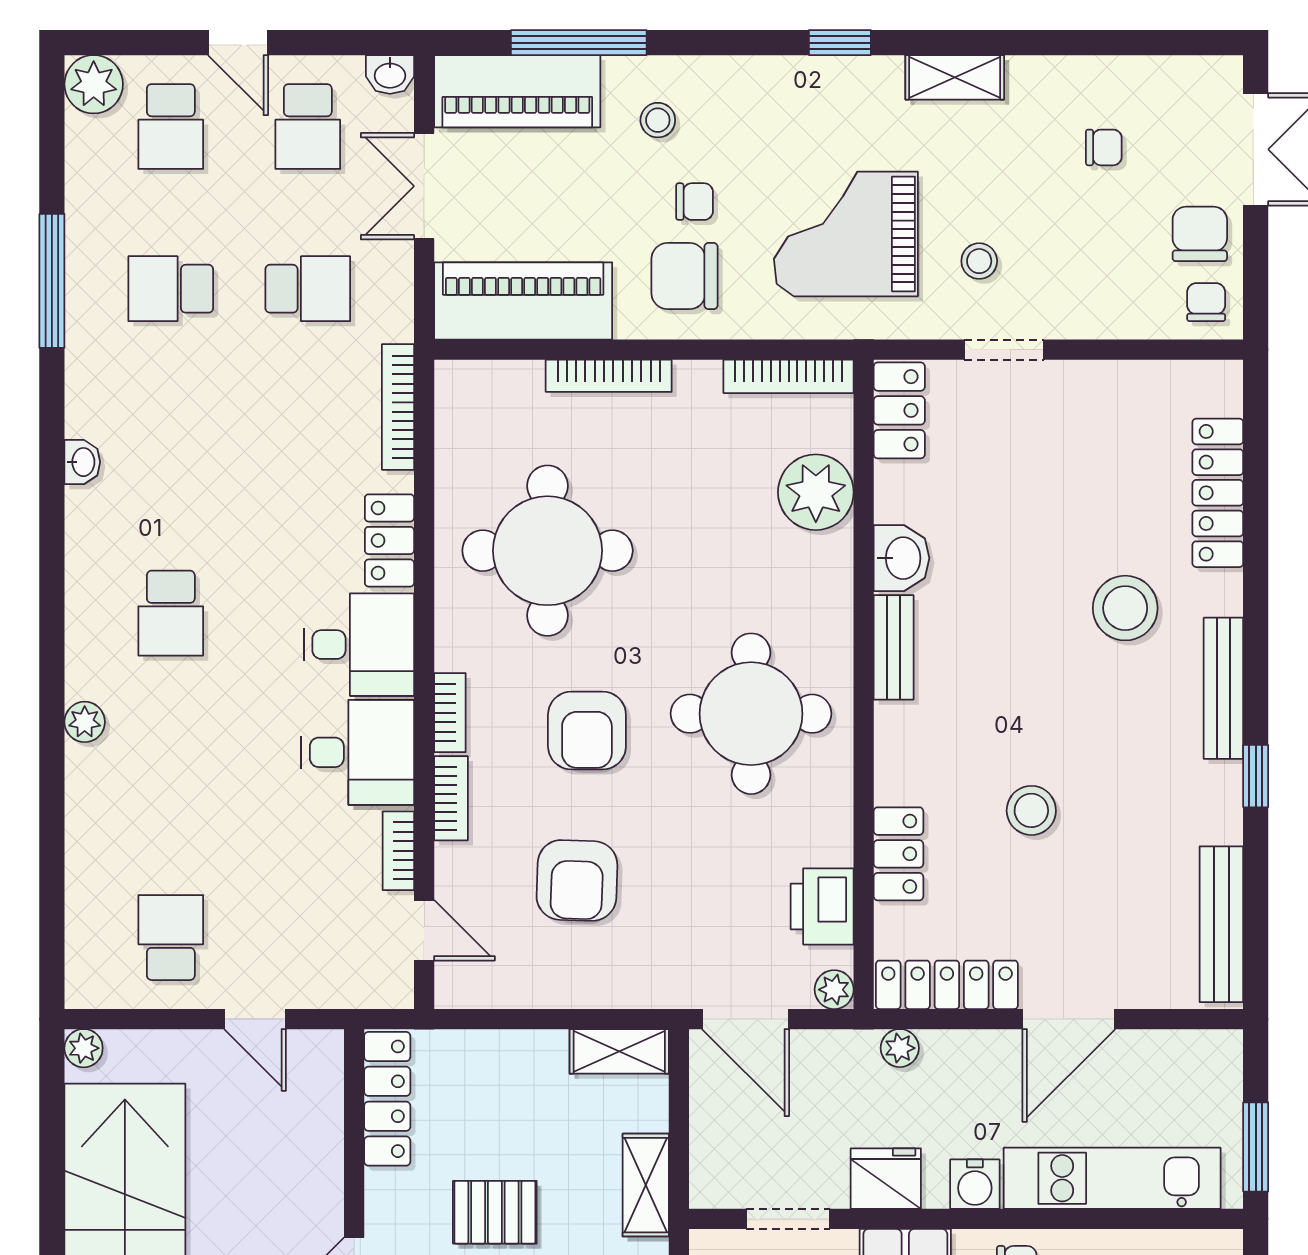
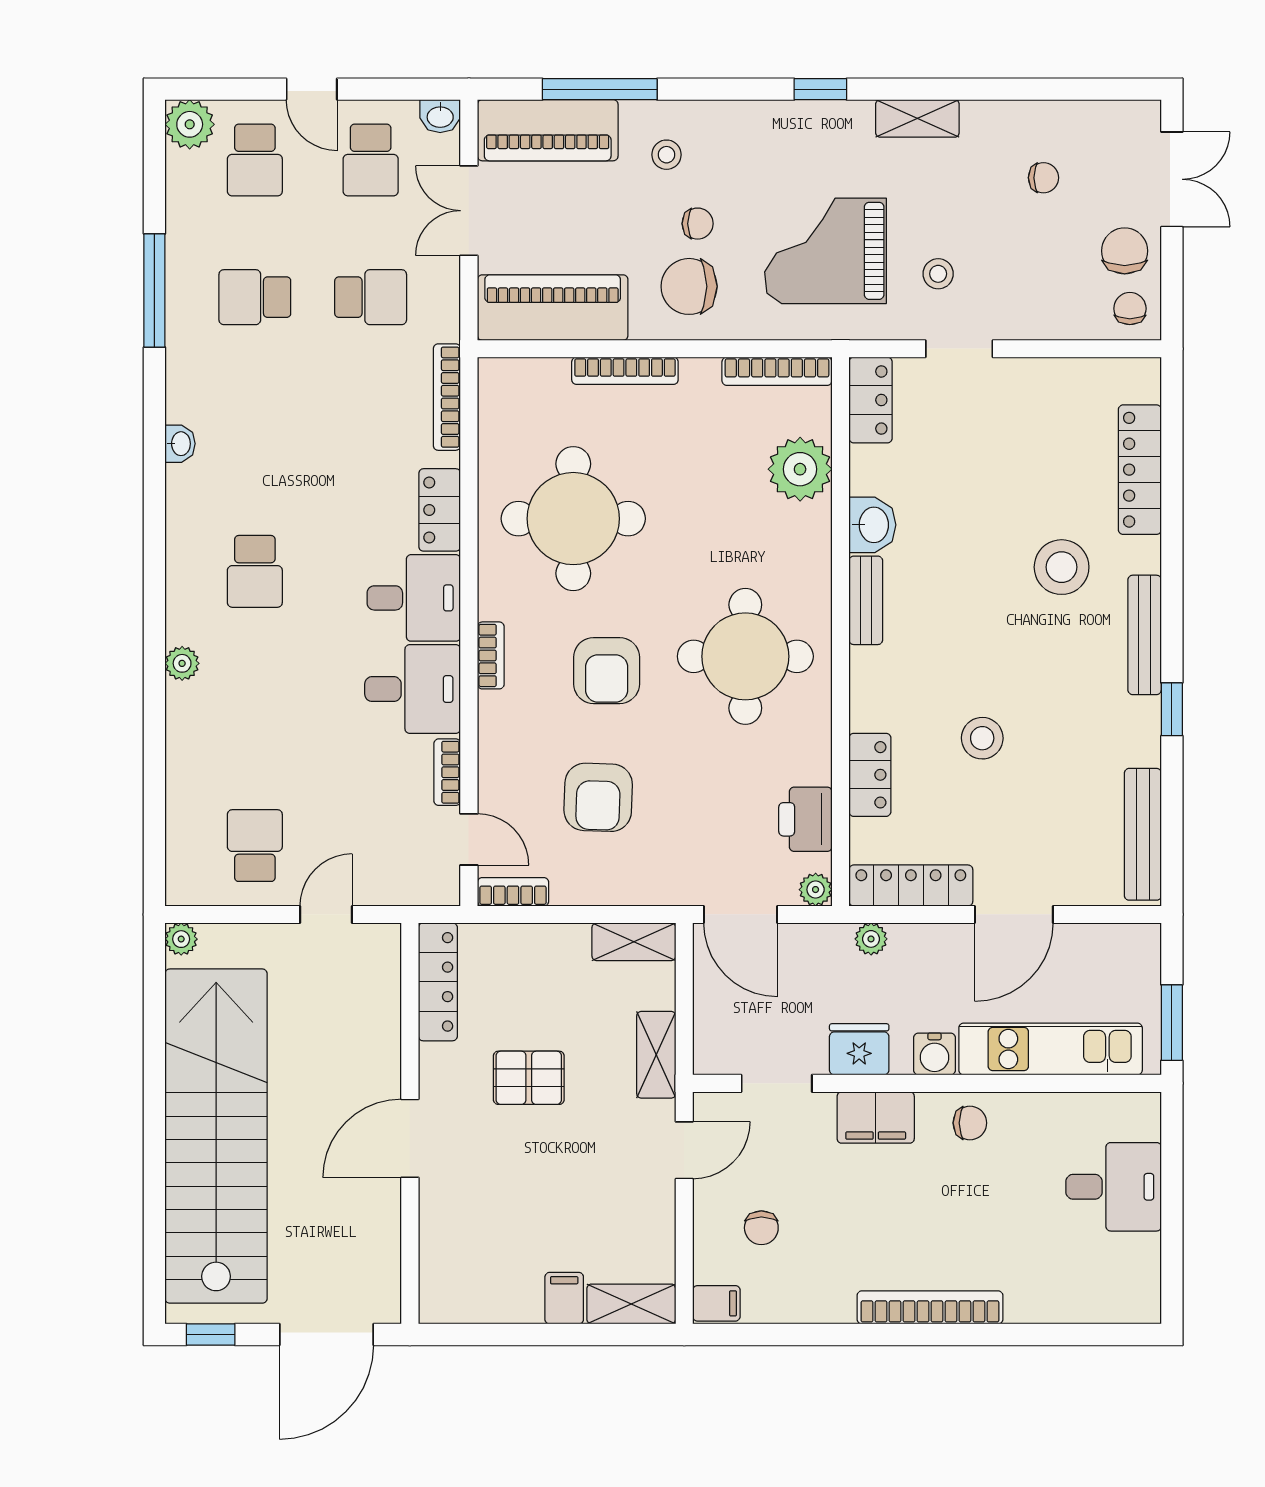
bookcase: (451, 798) -> (513, 892), moved, turned -90
door: (255, 1019) -> (326, 914), swing flipped

